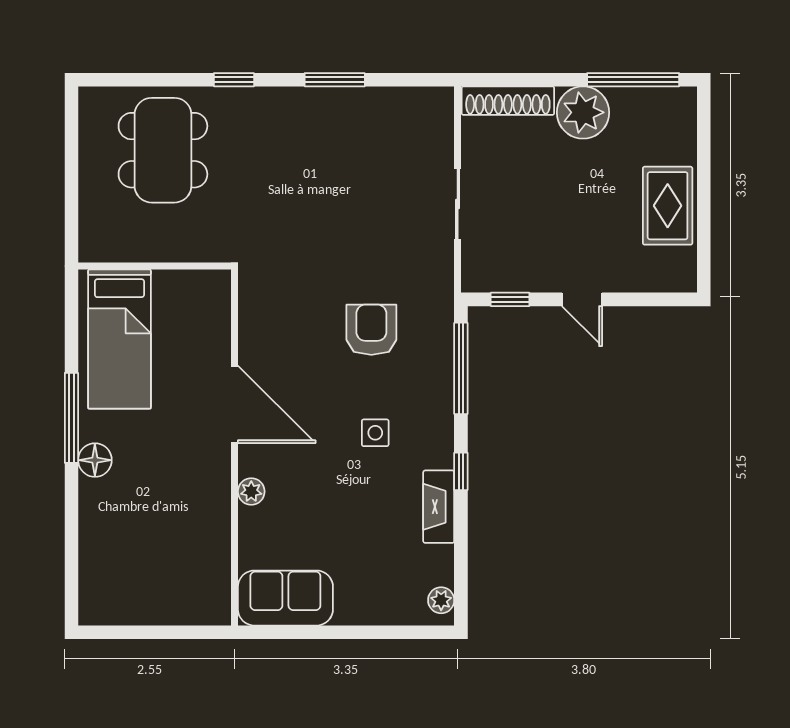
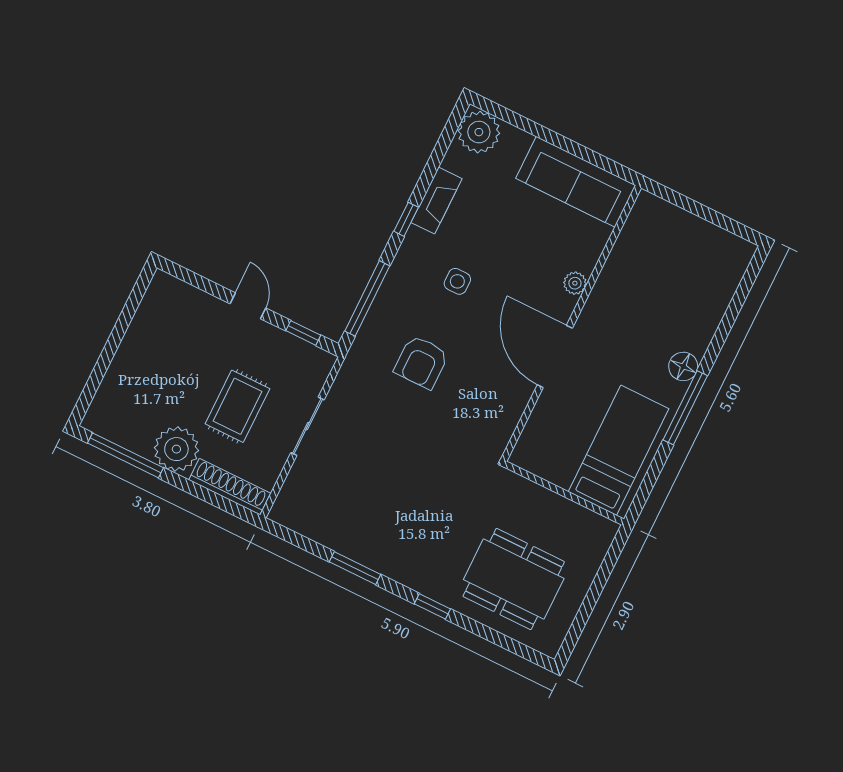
dining table: (163, 150) -> (514, 579), turned 90
rug: (668, 206) -> (237, 406), moved
sofa: (285, 598) -> (576, 182), width x1.36
plant: (441, 600) -> (479, 132), width x1.88, depth x1.88

